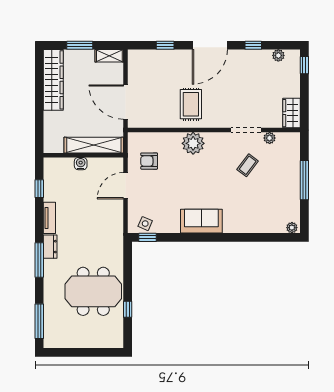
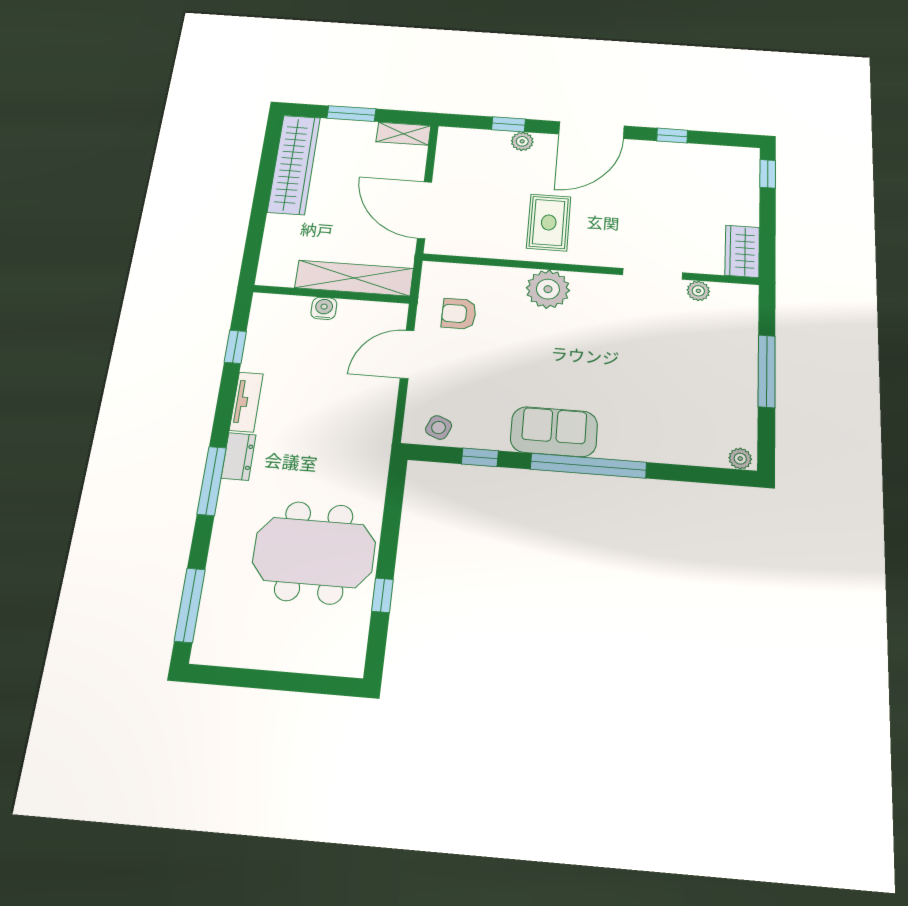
plant: (278, 55) -> (522, 141), moved
coffee table: (248, 165) -> (653, 336), removed
window: (147, 237) -> (480, 457), moved
window: (219, 237) -> (588, 466), added

